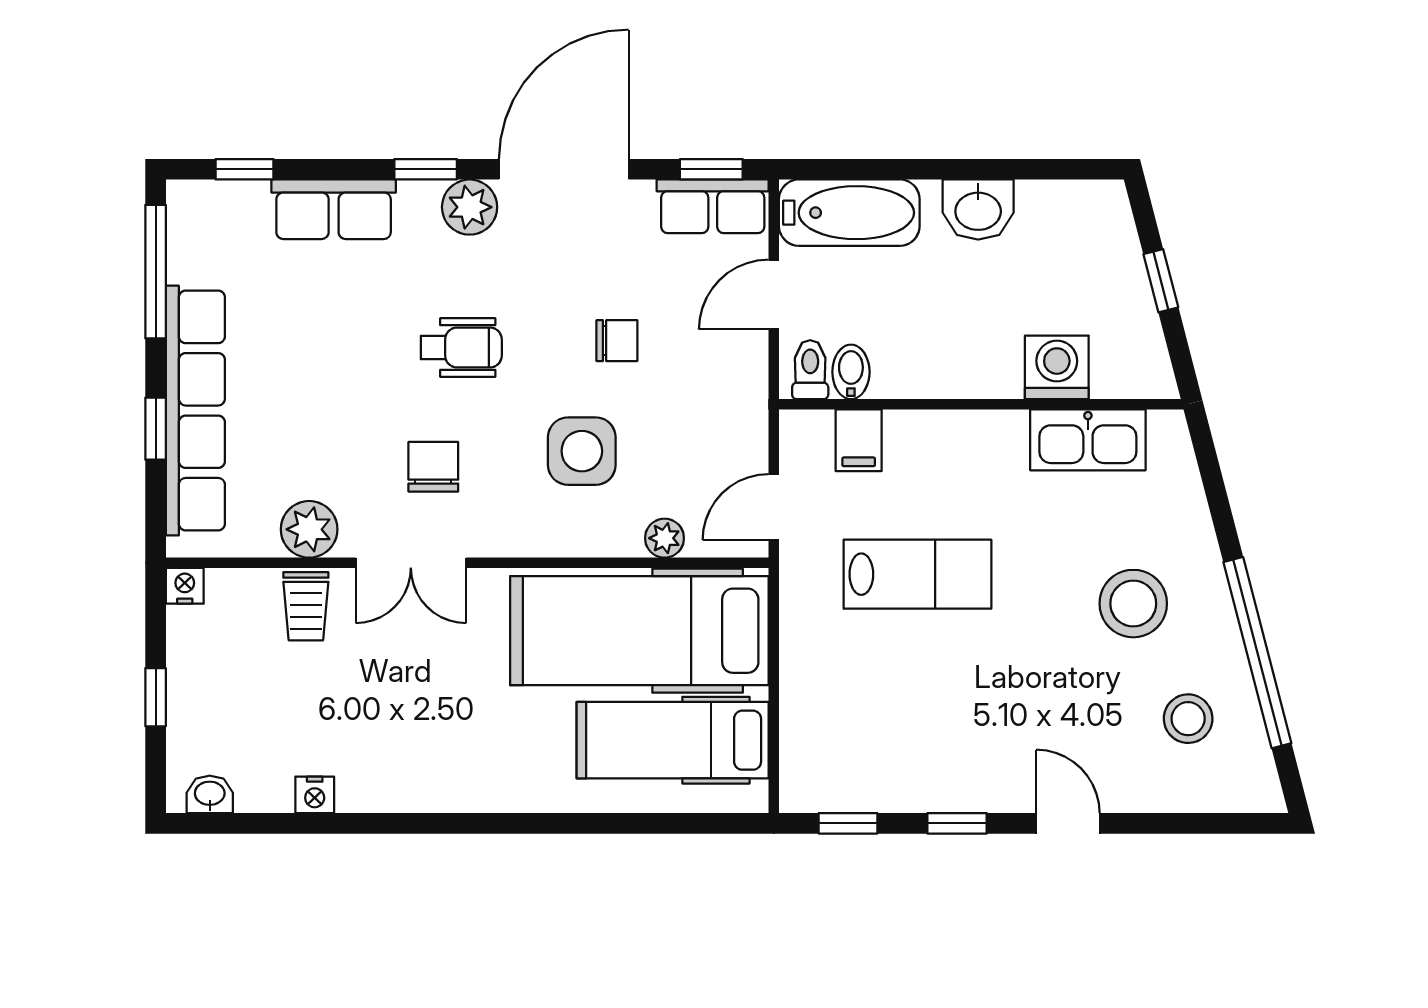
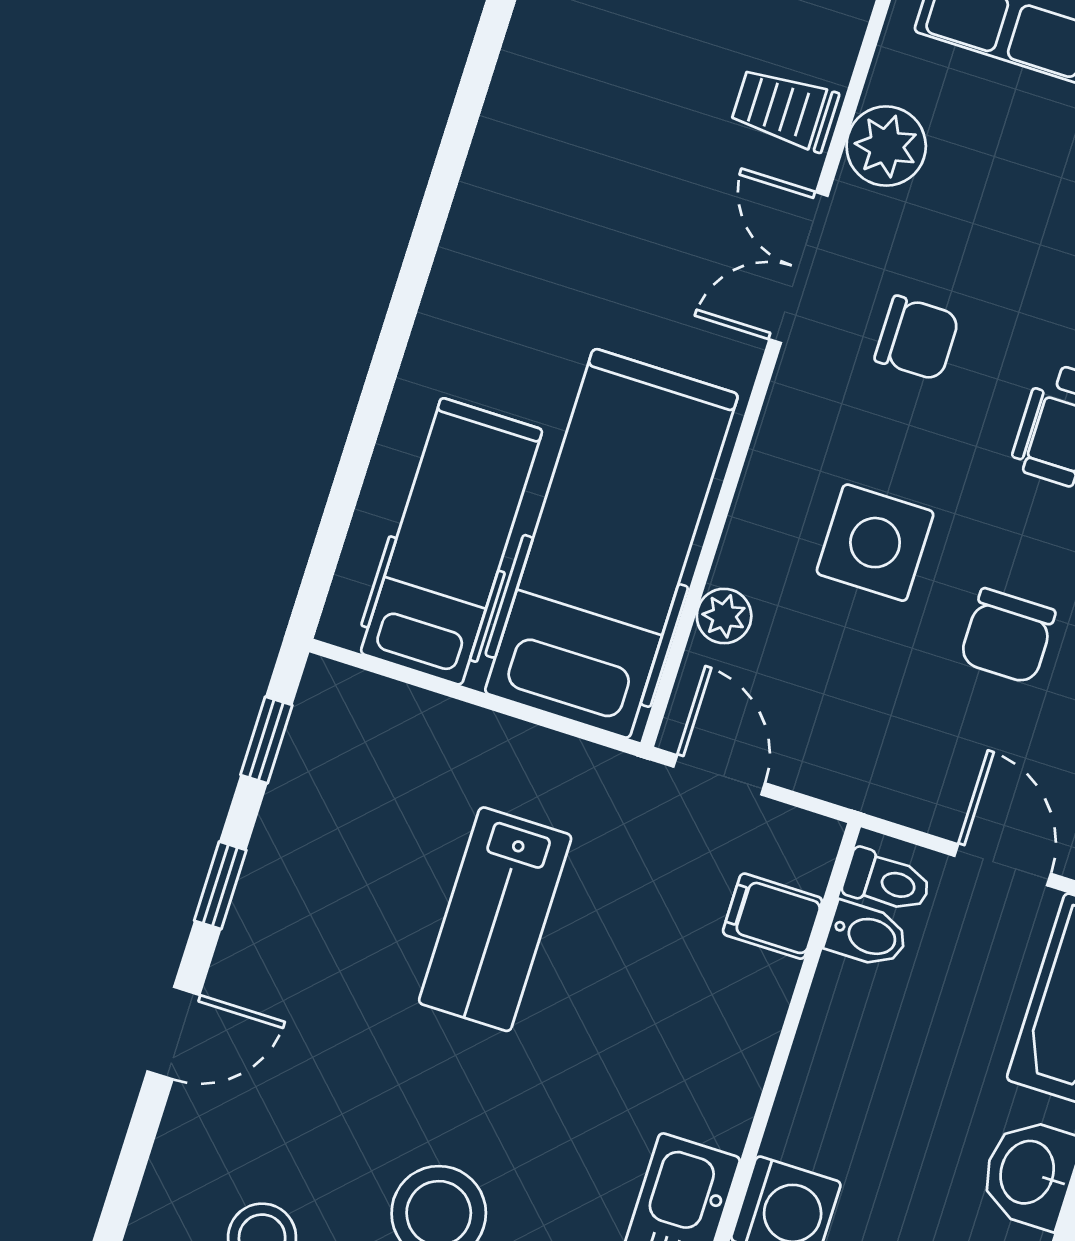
chair: (617, 341) -> (1007, 636), width x1.37, depth x1.37
lab bench: (917, 574) -> (495, 919), moved
nightstand: (315, 795) -> (530, 41), removed

